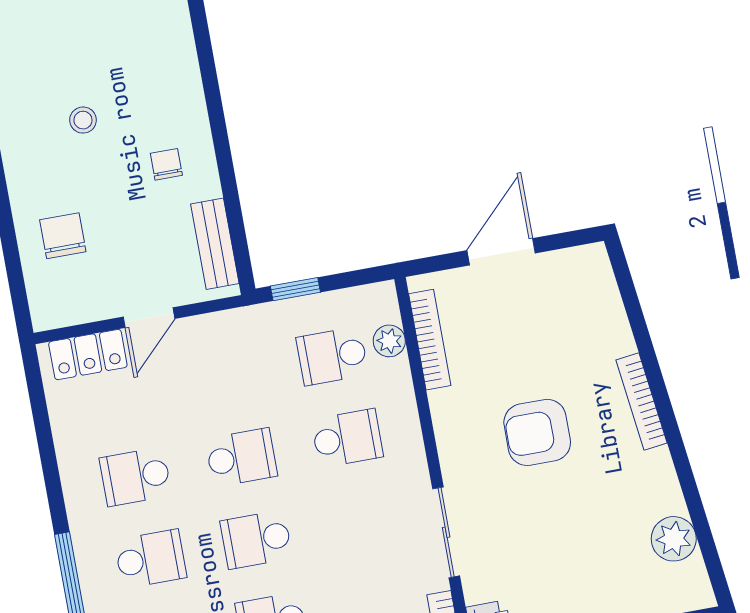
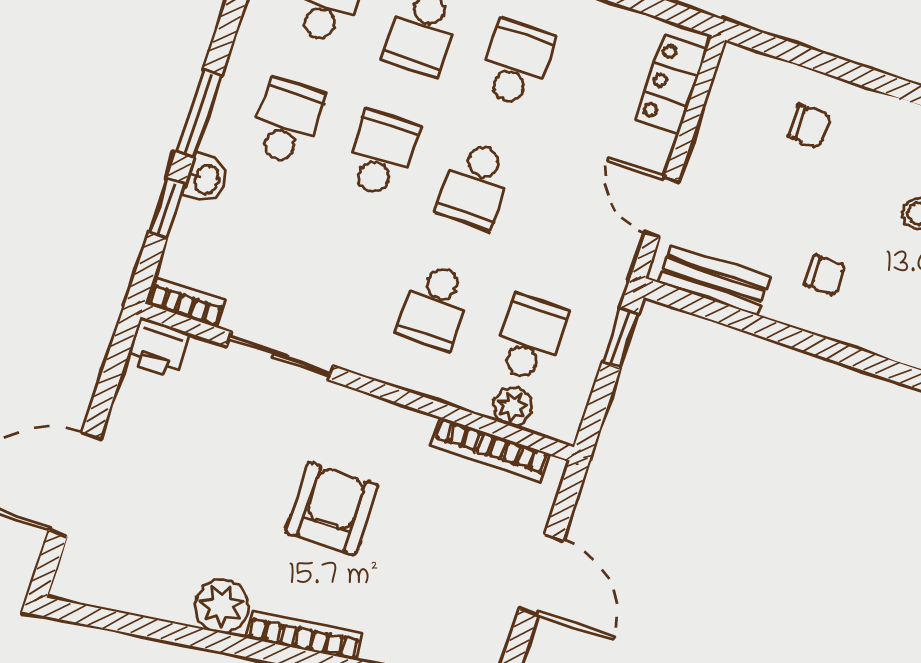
chair: (63, 236) -> (810, 126), width x0.73, depth x0.73
door: (149, 318) -> (662, 207), moved
plant: (674, 539) -> (222, 606), moved

